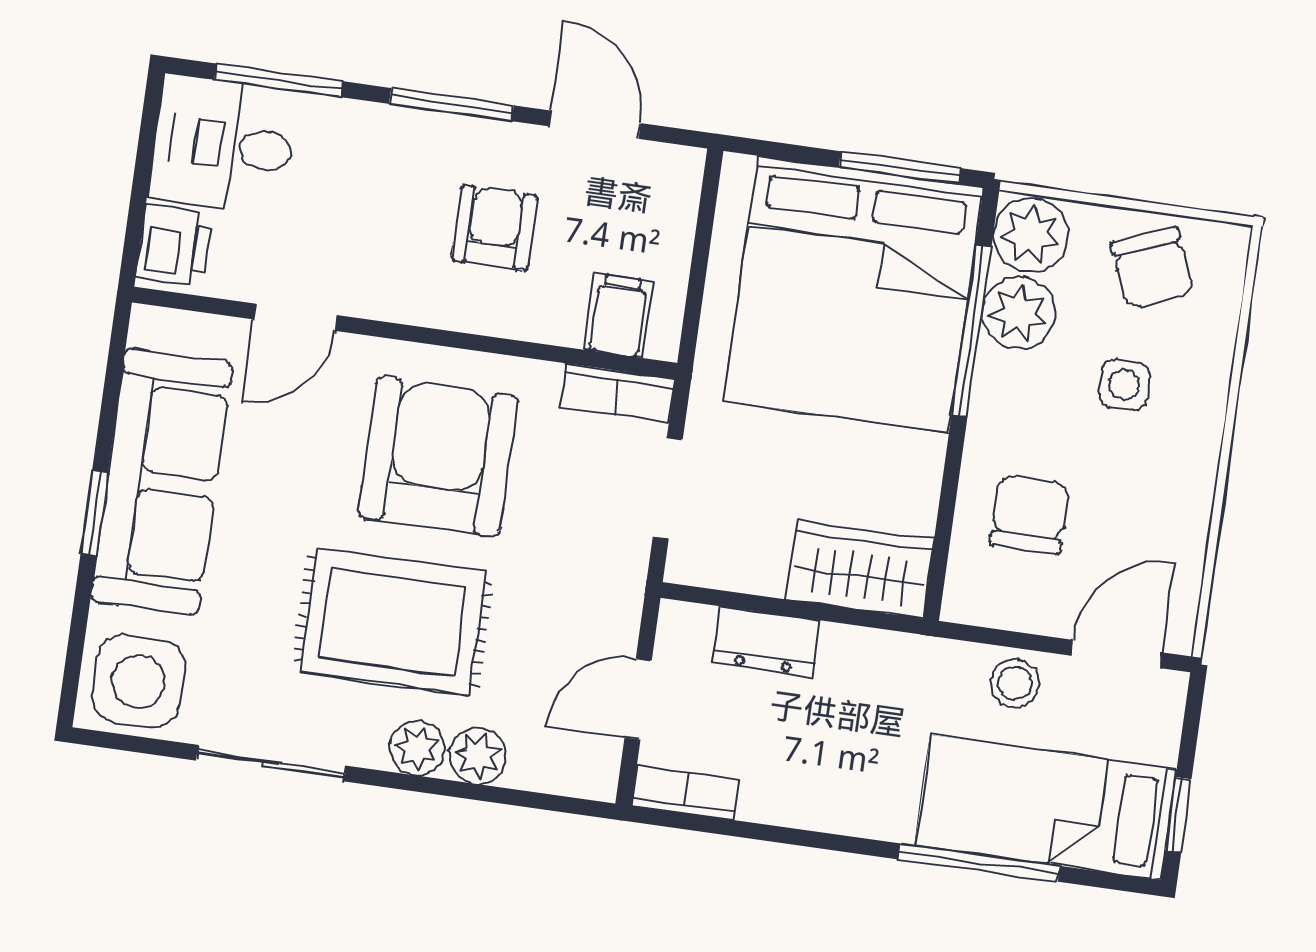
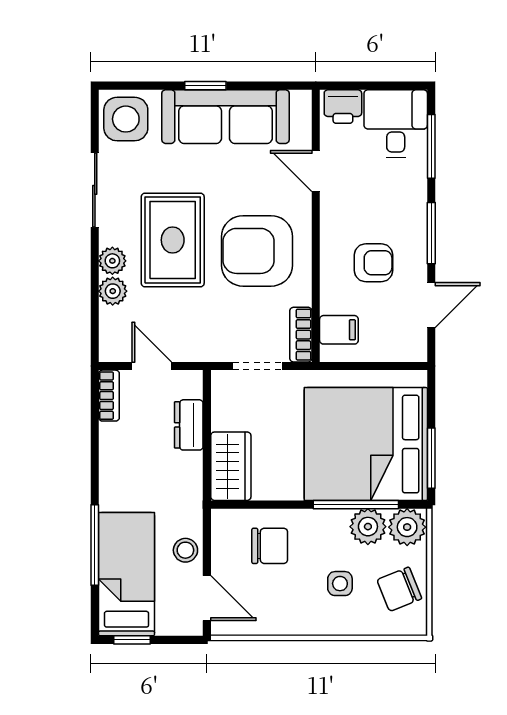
armchair: (438, 457) -> (257, 251), turned 180

